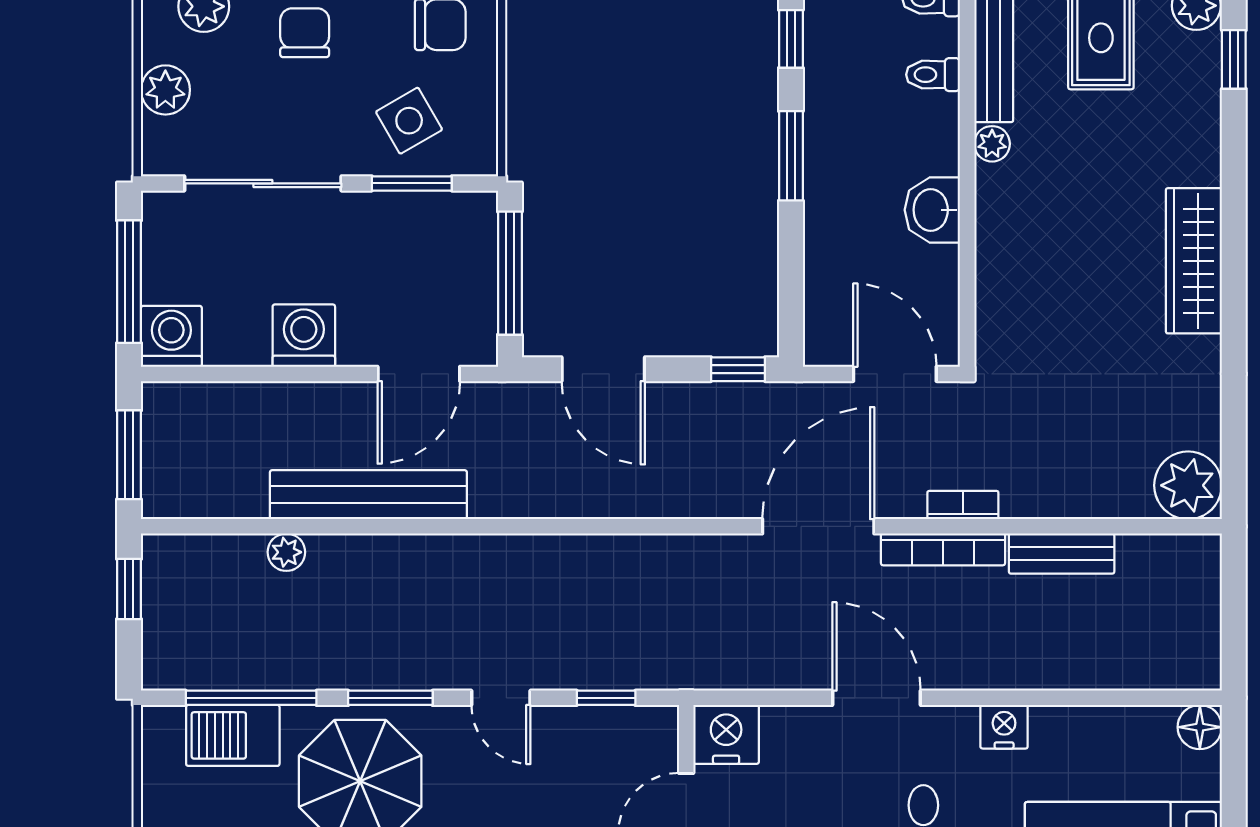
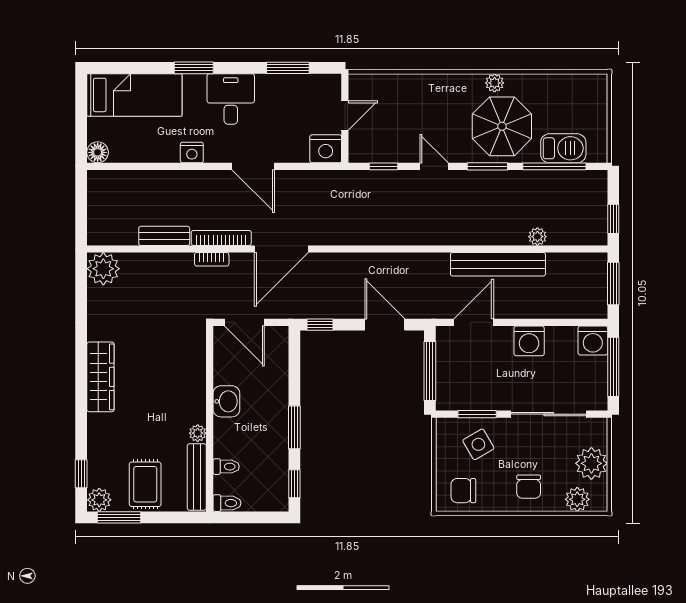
plant: (165, 90) -> (591, 463), width x1.36, depth x1.36

